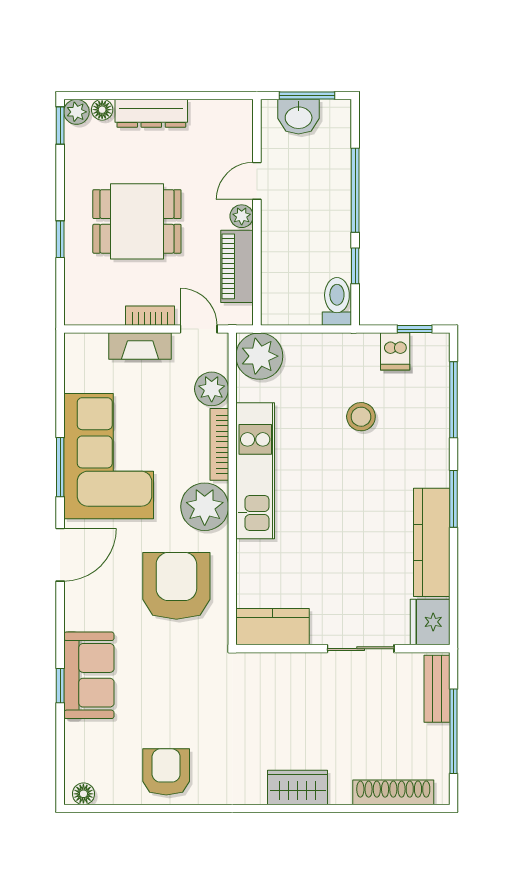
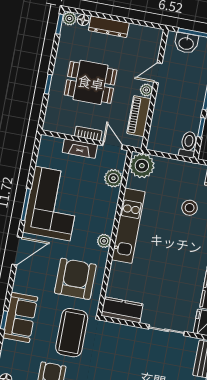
bookcase: (219, 444) -> (112, 208), removed
plant: (205, 507) -> (104, 241), width x0.53, depth x0.53
coffee table: (188, 686) -> (72, 333), added

